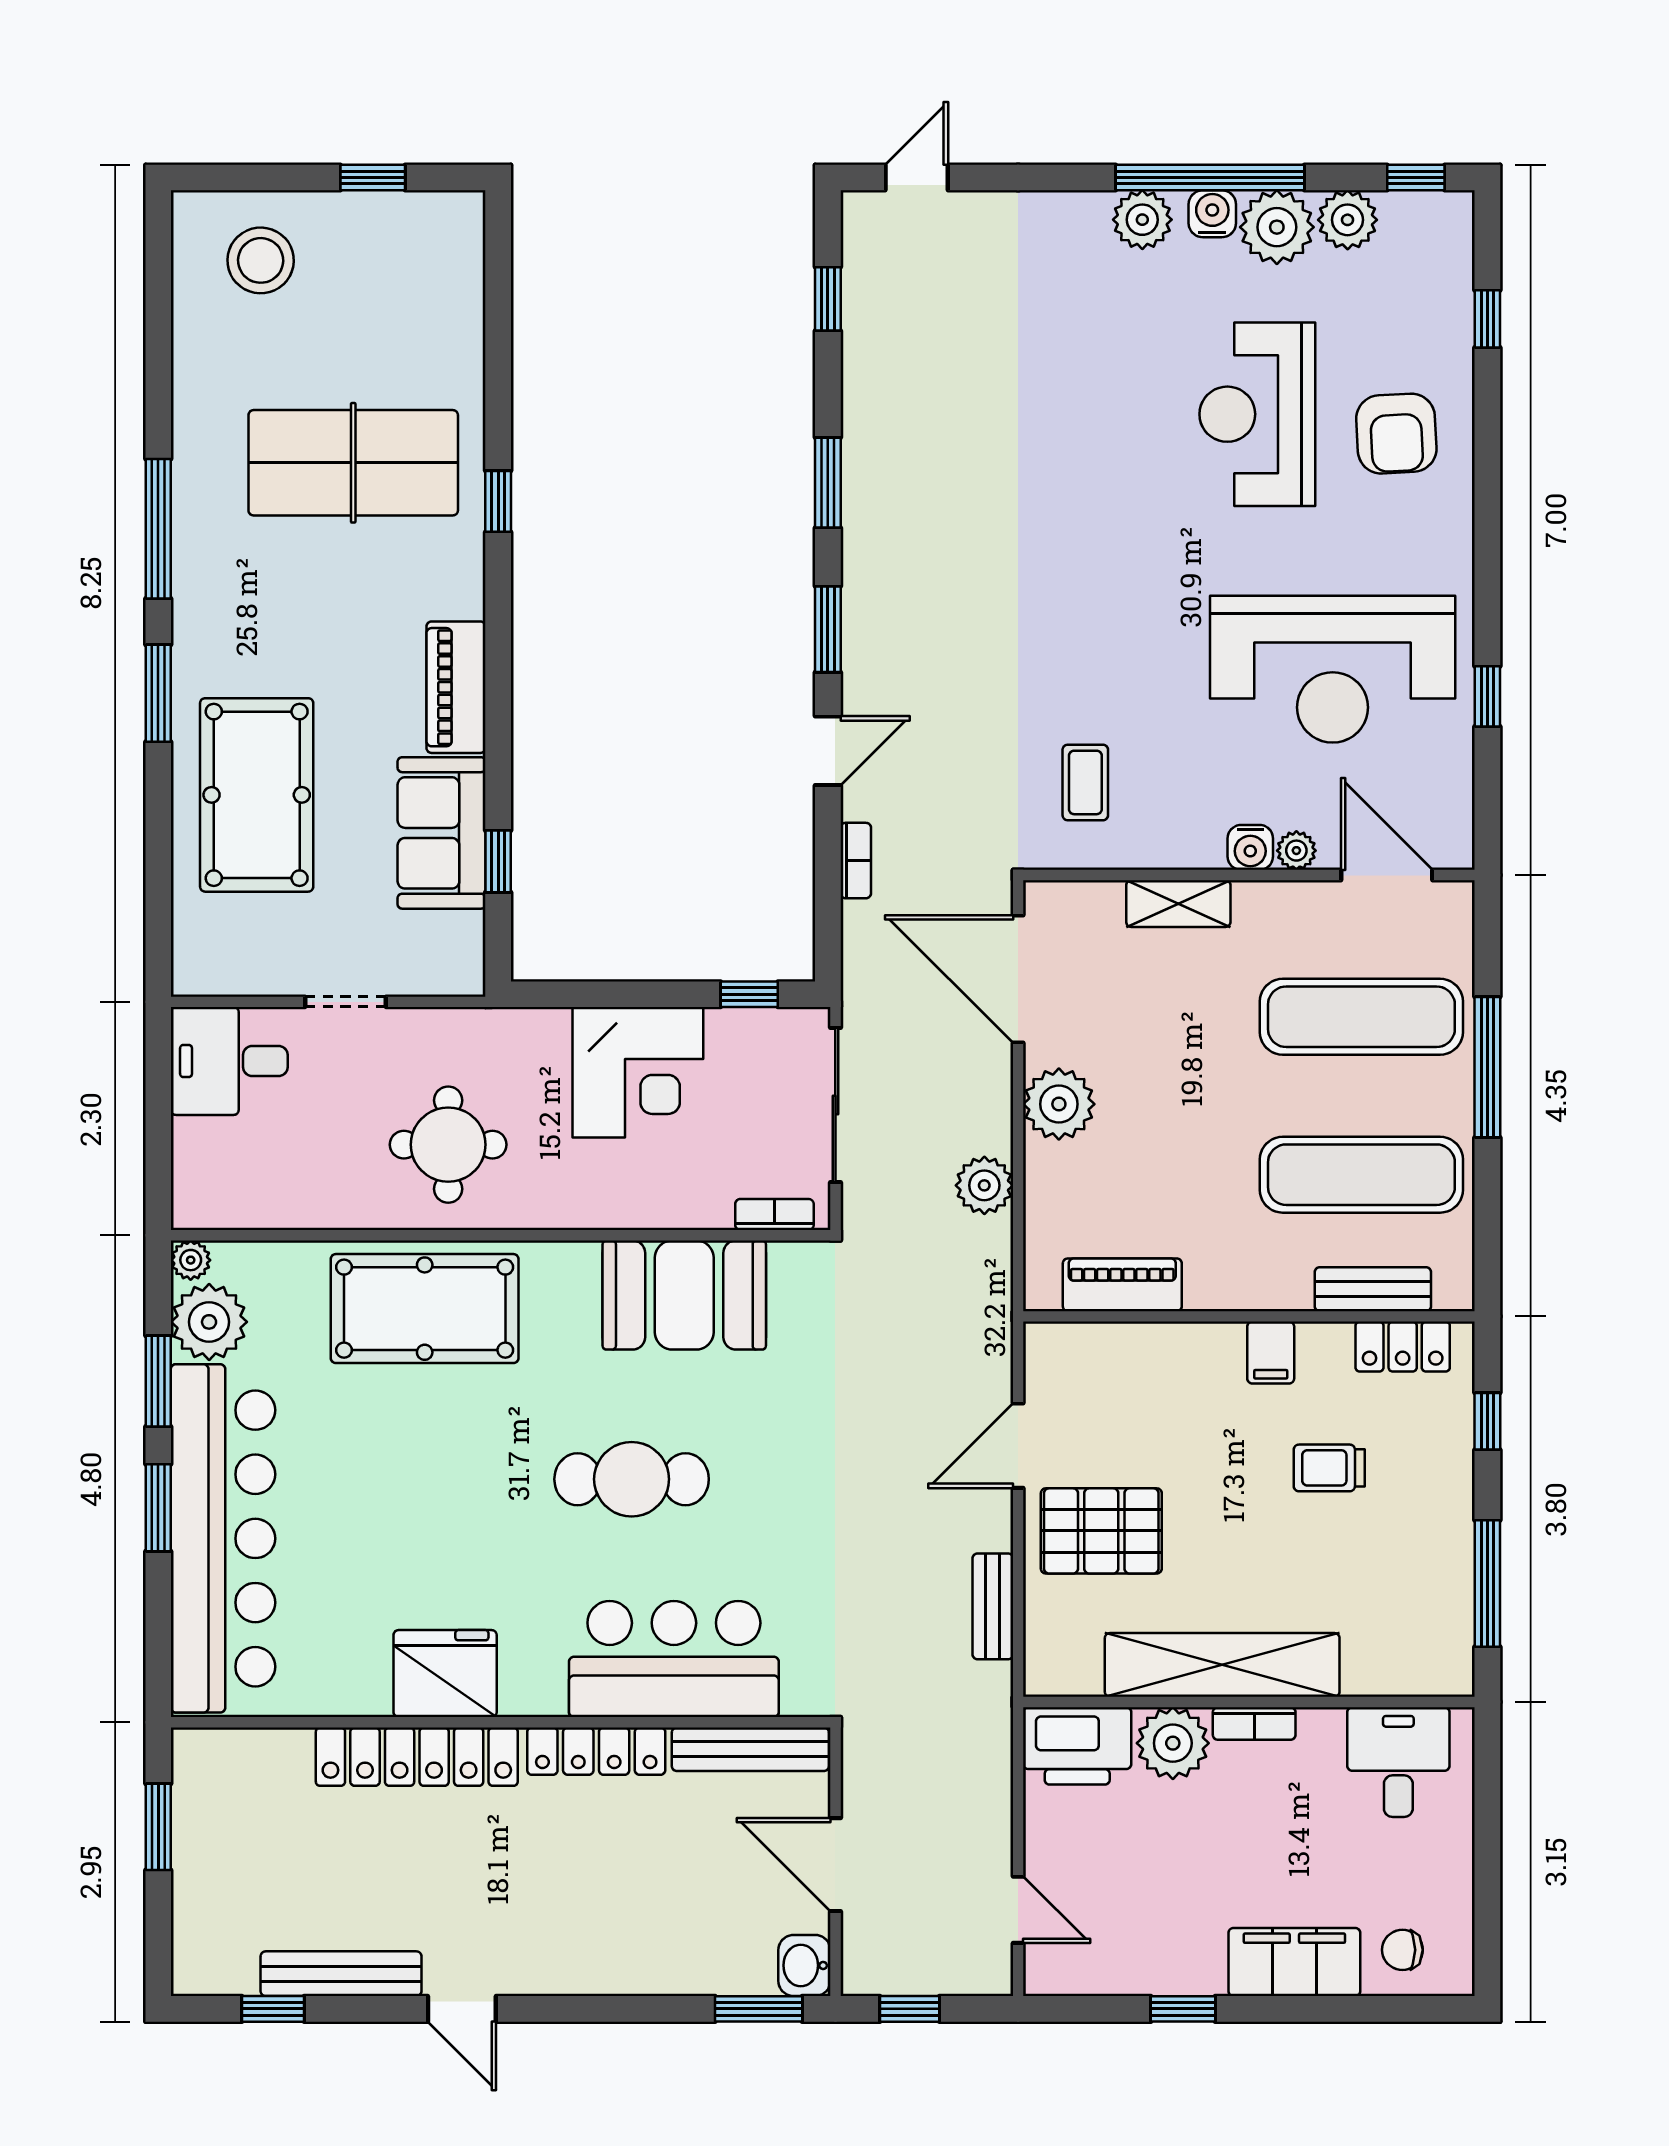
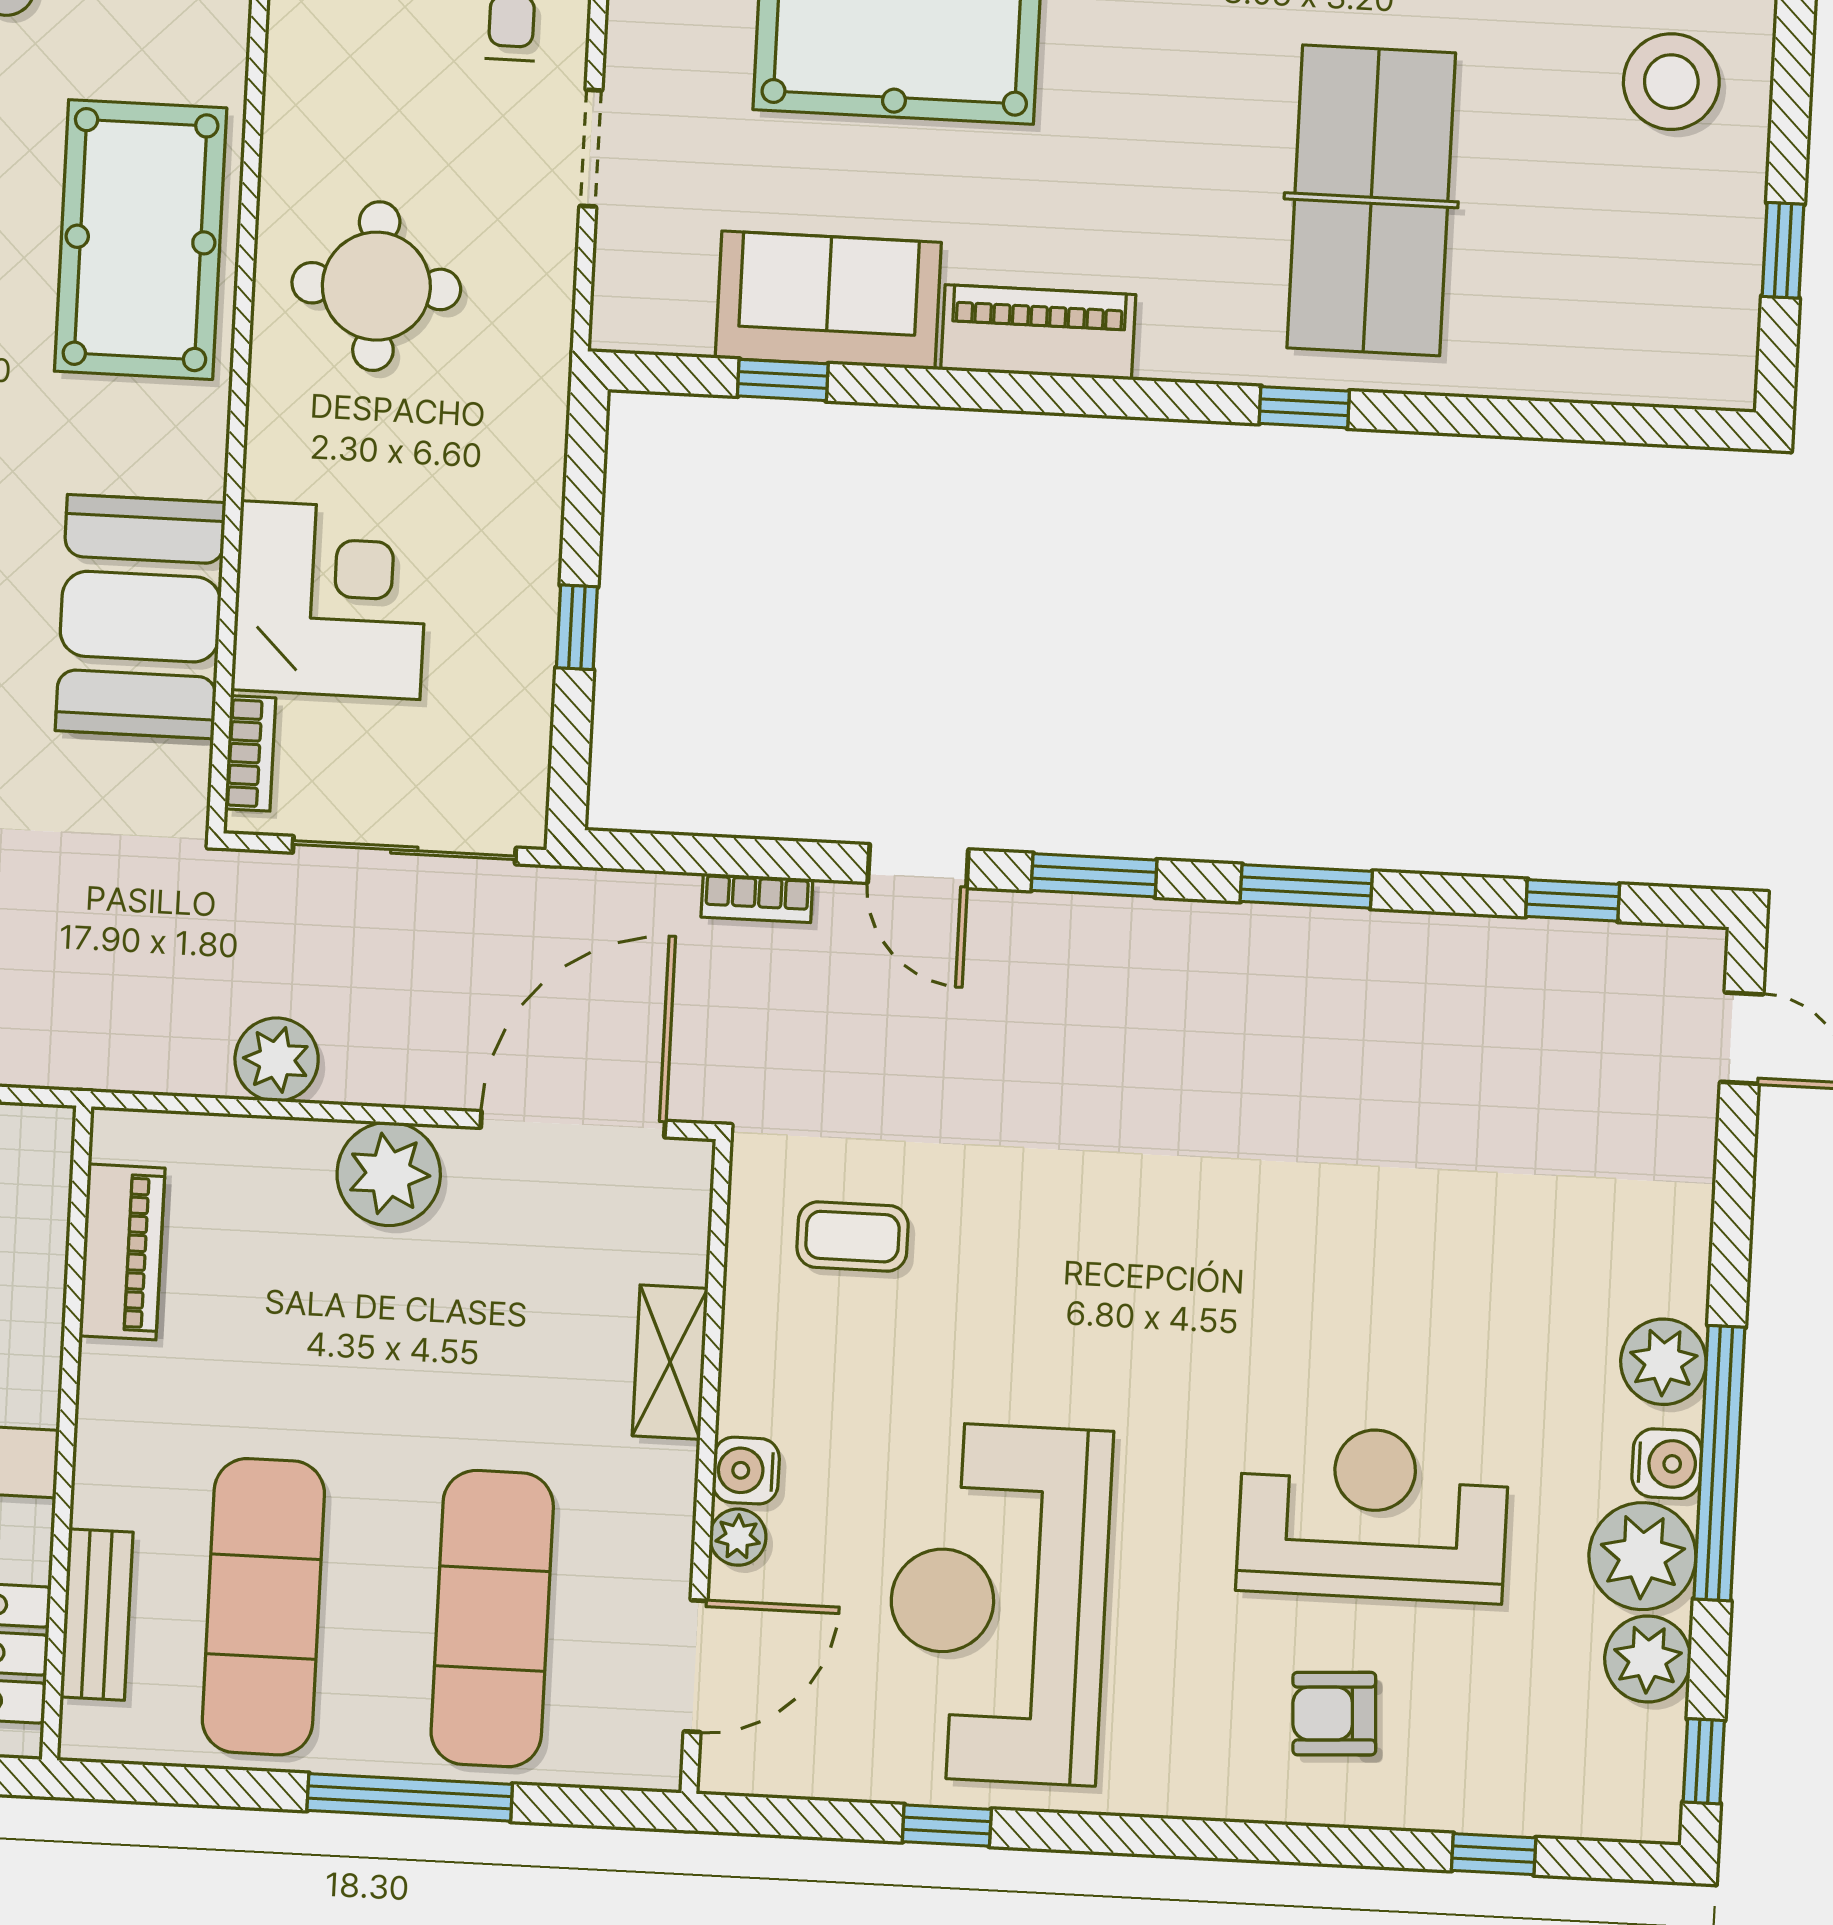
armchair: (1396, 434) -> (1334, 1714), width x0.72, depth x0.72
window: (749, 994) -> (577, 627), moved
corner desk: (638, 1072) -> (330, 600), moved, turned 180

